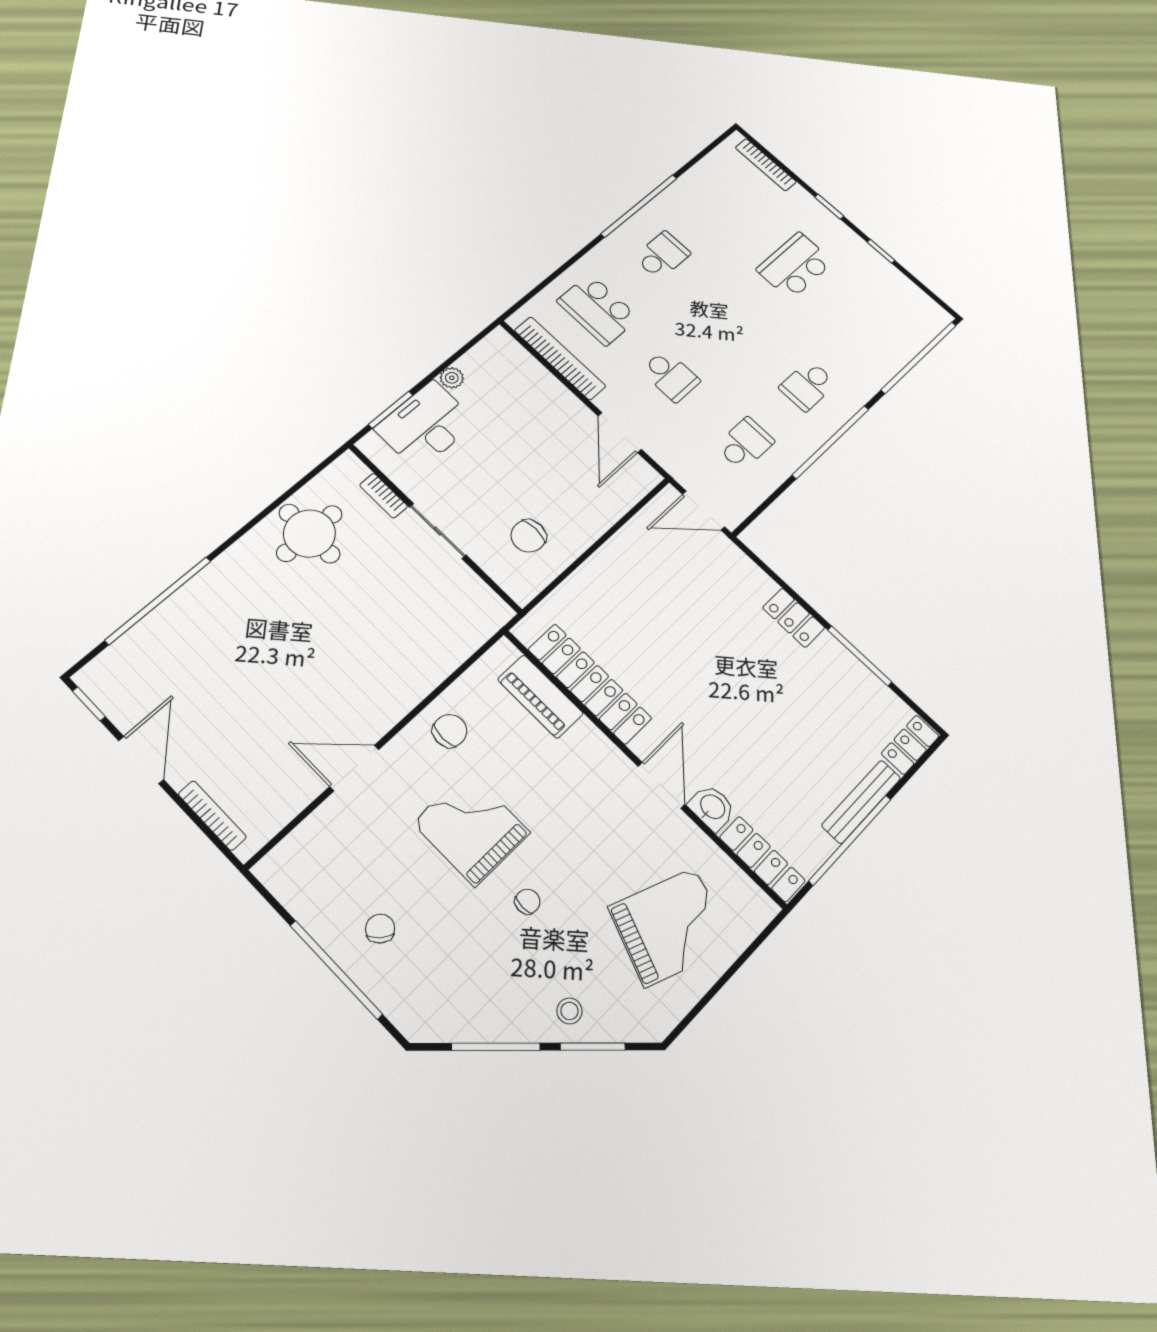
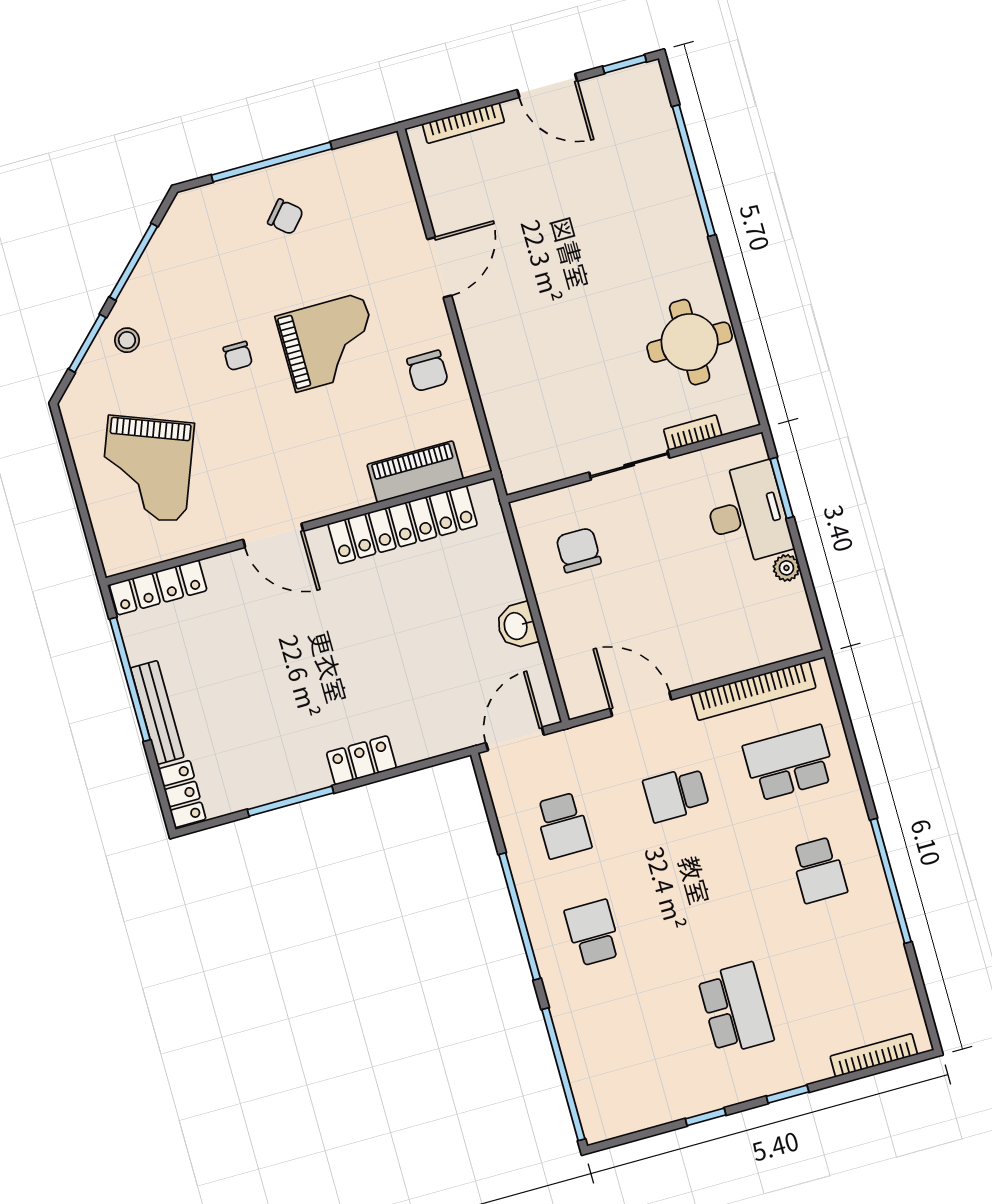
washbasin: (712, 807) -> (517, 626), moved, turned 90

